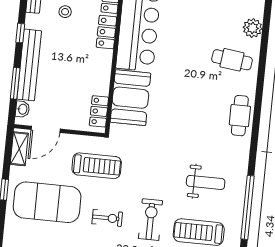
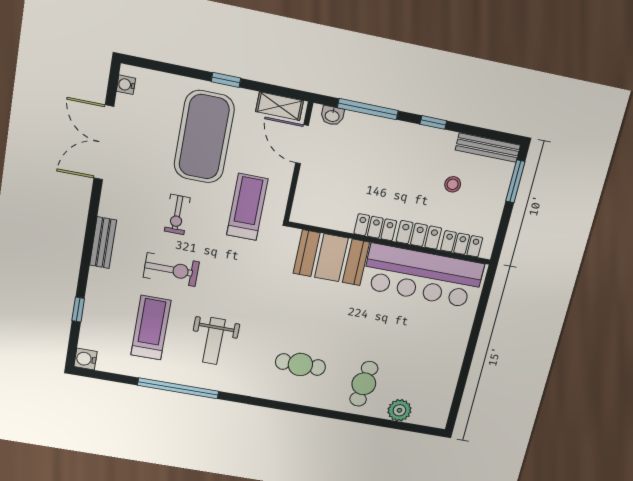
bench: (29, 65) -> (390, 130), removed
window: (15, 83) -> (368, 109), width x1.44
locker: (99, 111) -> (375, 227), moved
cafe table: (240, 116) -> (300, 365), moved
treadmill: (97, 166) -> (247, 207), turned 180

